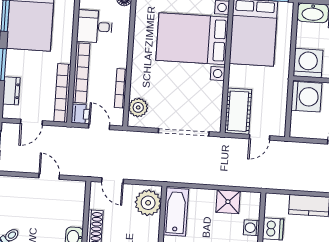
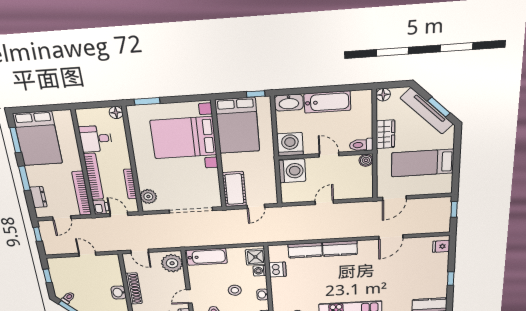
shower: (228, 202) -> (255, 257), moved
bathtub: (176, 212) -> (207, 257), moved, turned 90

